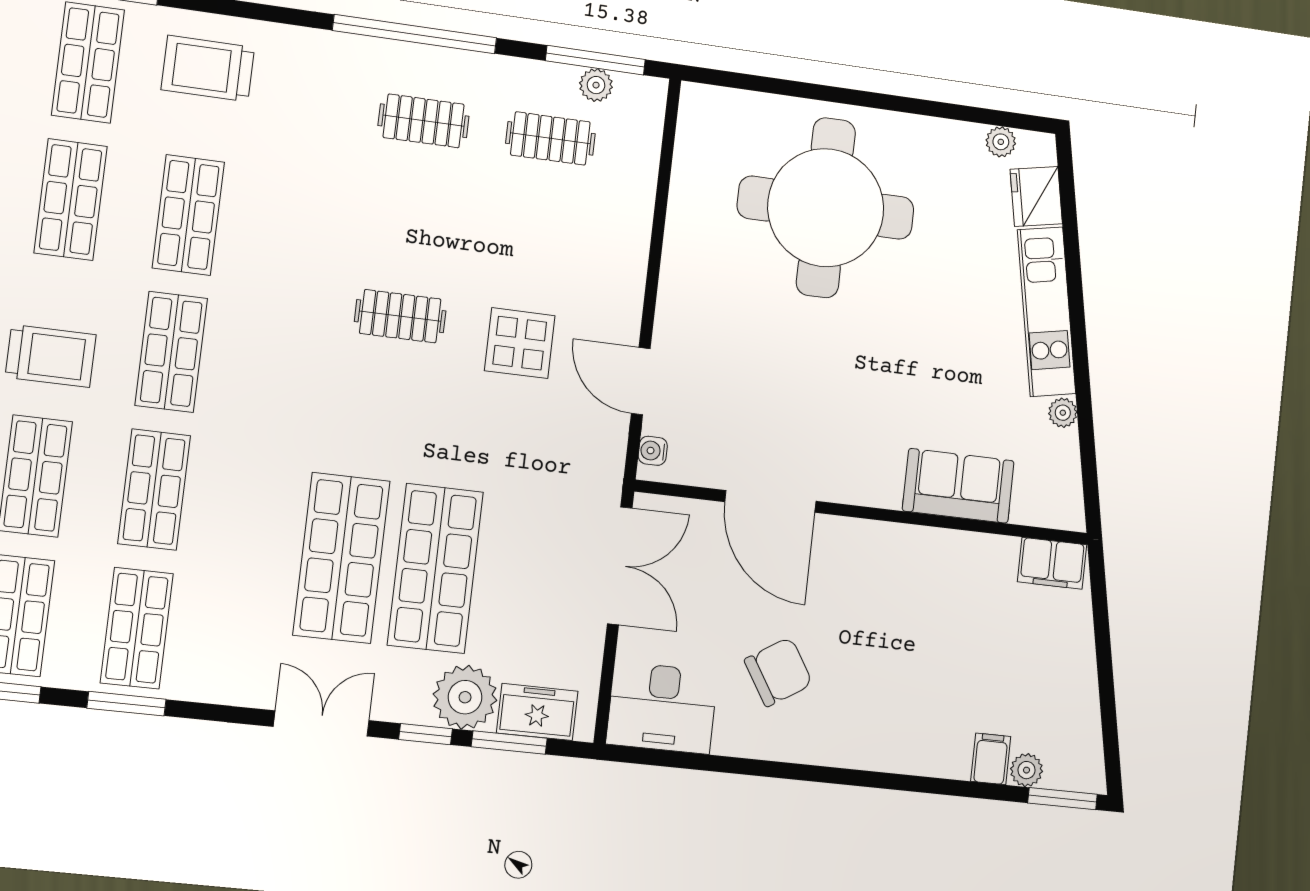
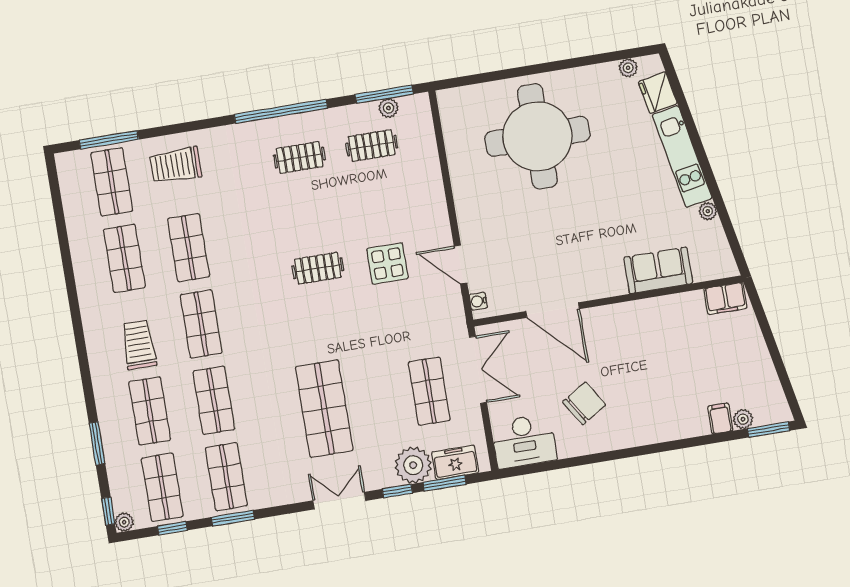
trolley: (51, 356) -> (139, 345), turned -90
shop shelf: (435, 568) -> (429, 391), moved, width x0.70, depth x0.74

